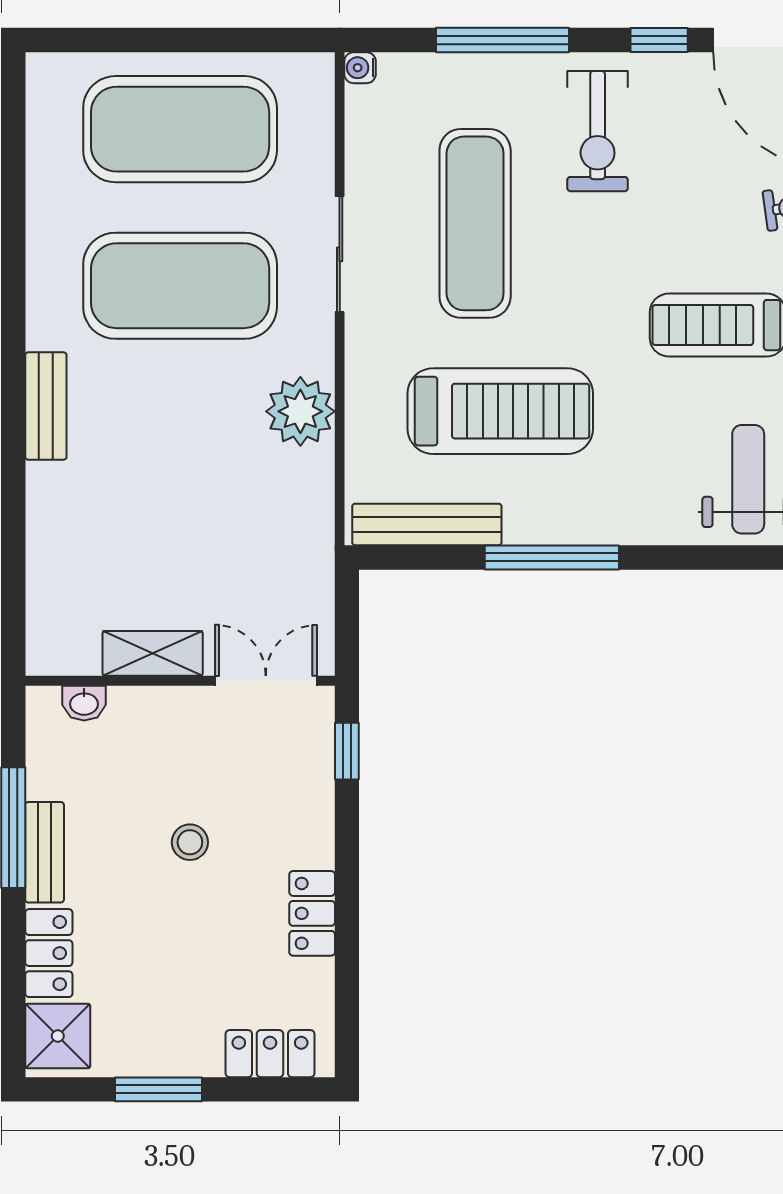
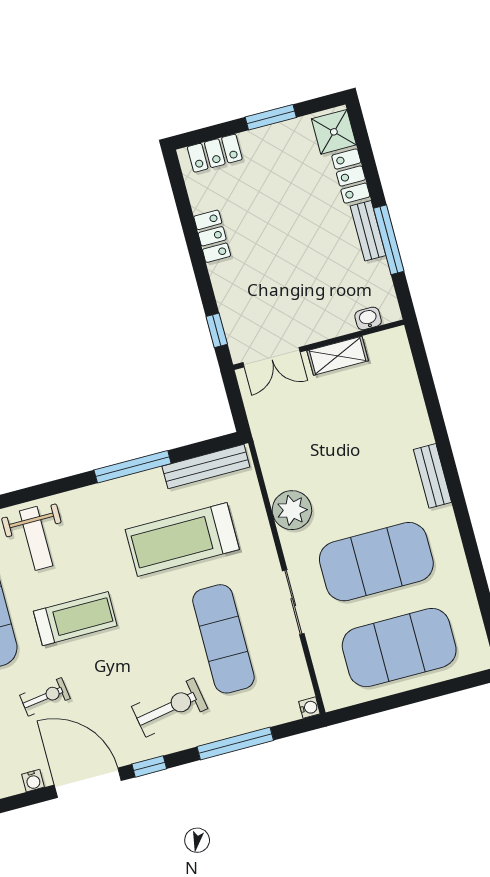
exercise bike: (598, 131) -> (170, 707), turned 80
stool: (190, 842) -> (290, 258), removed

